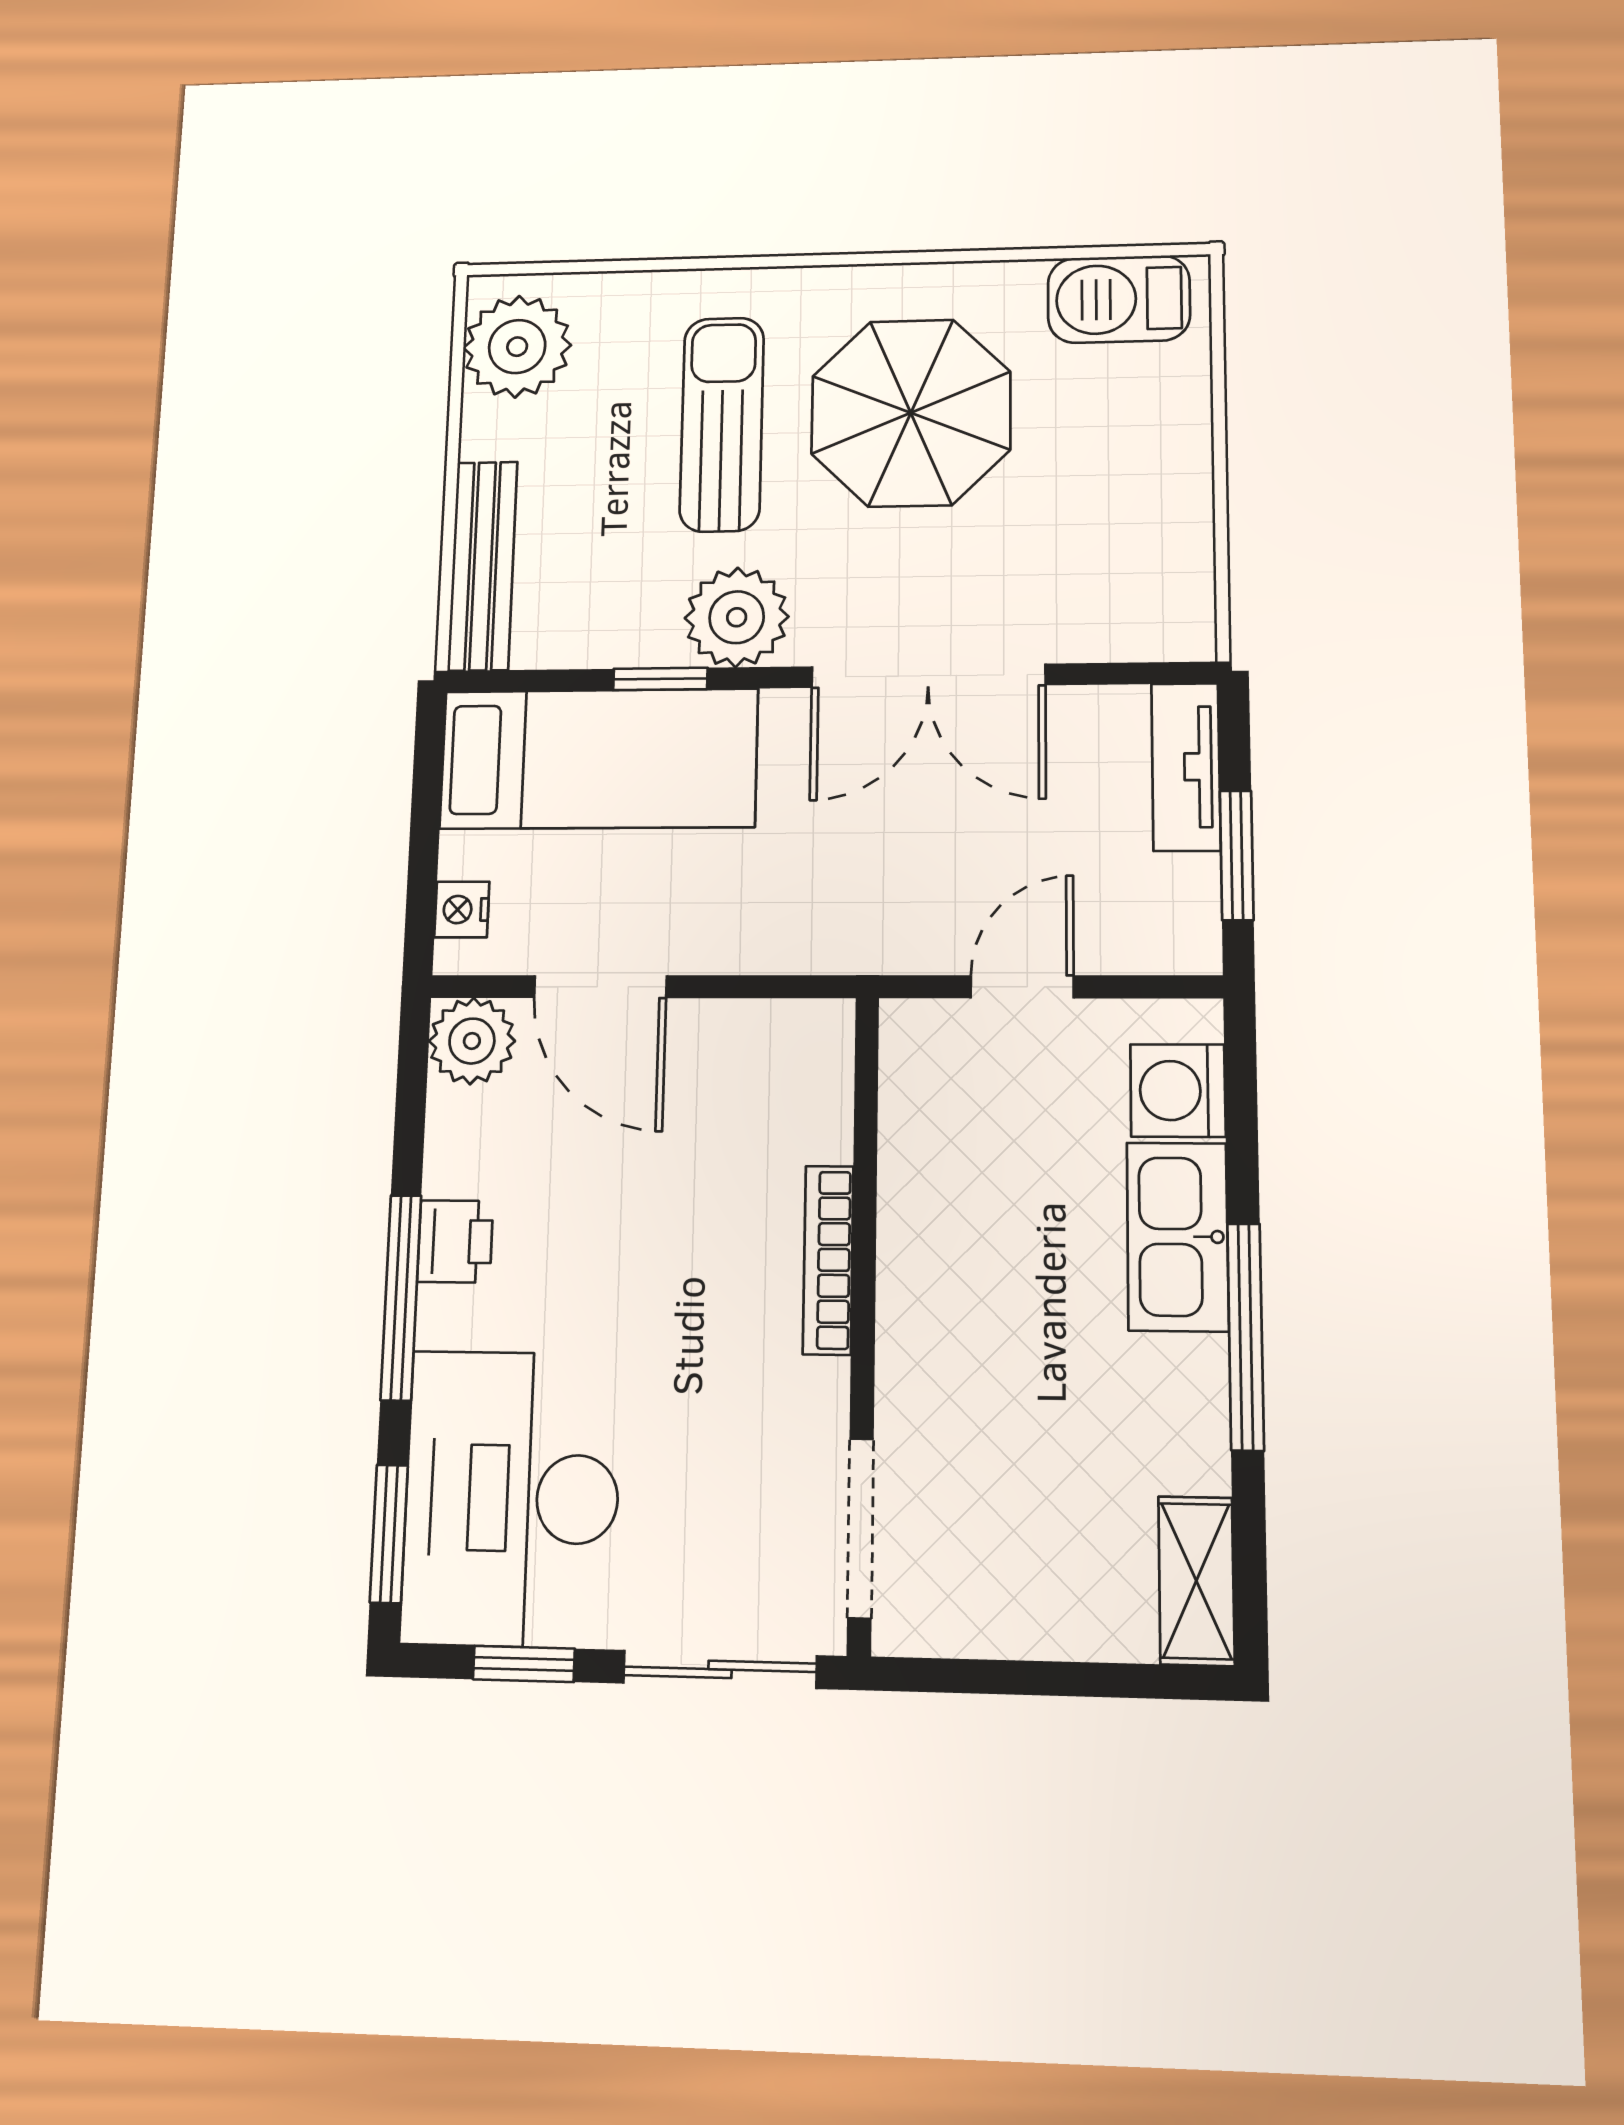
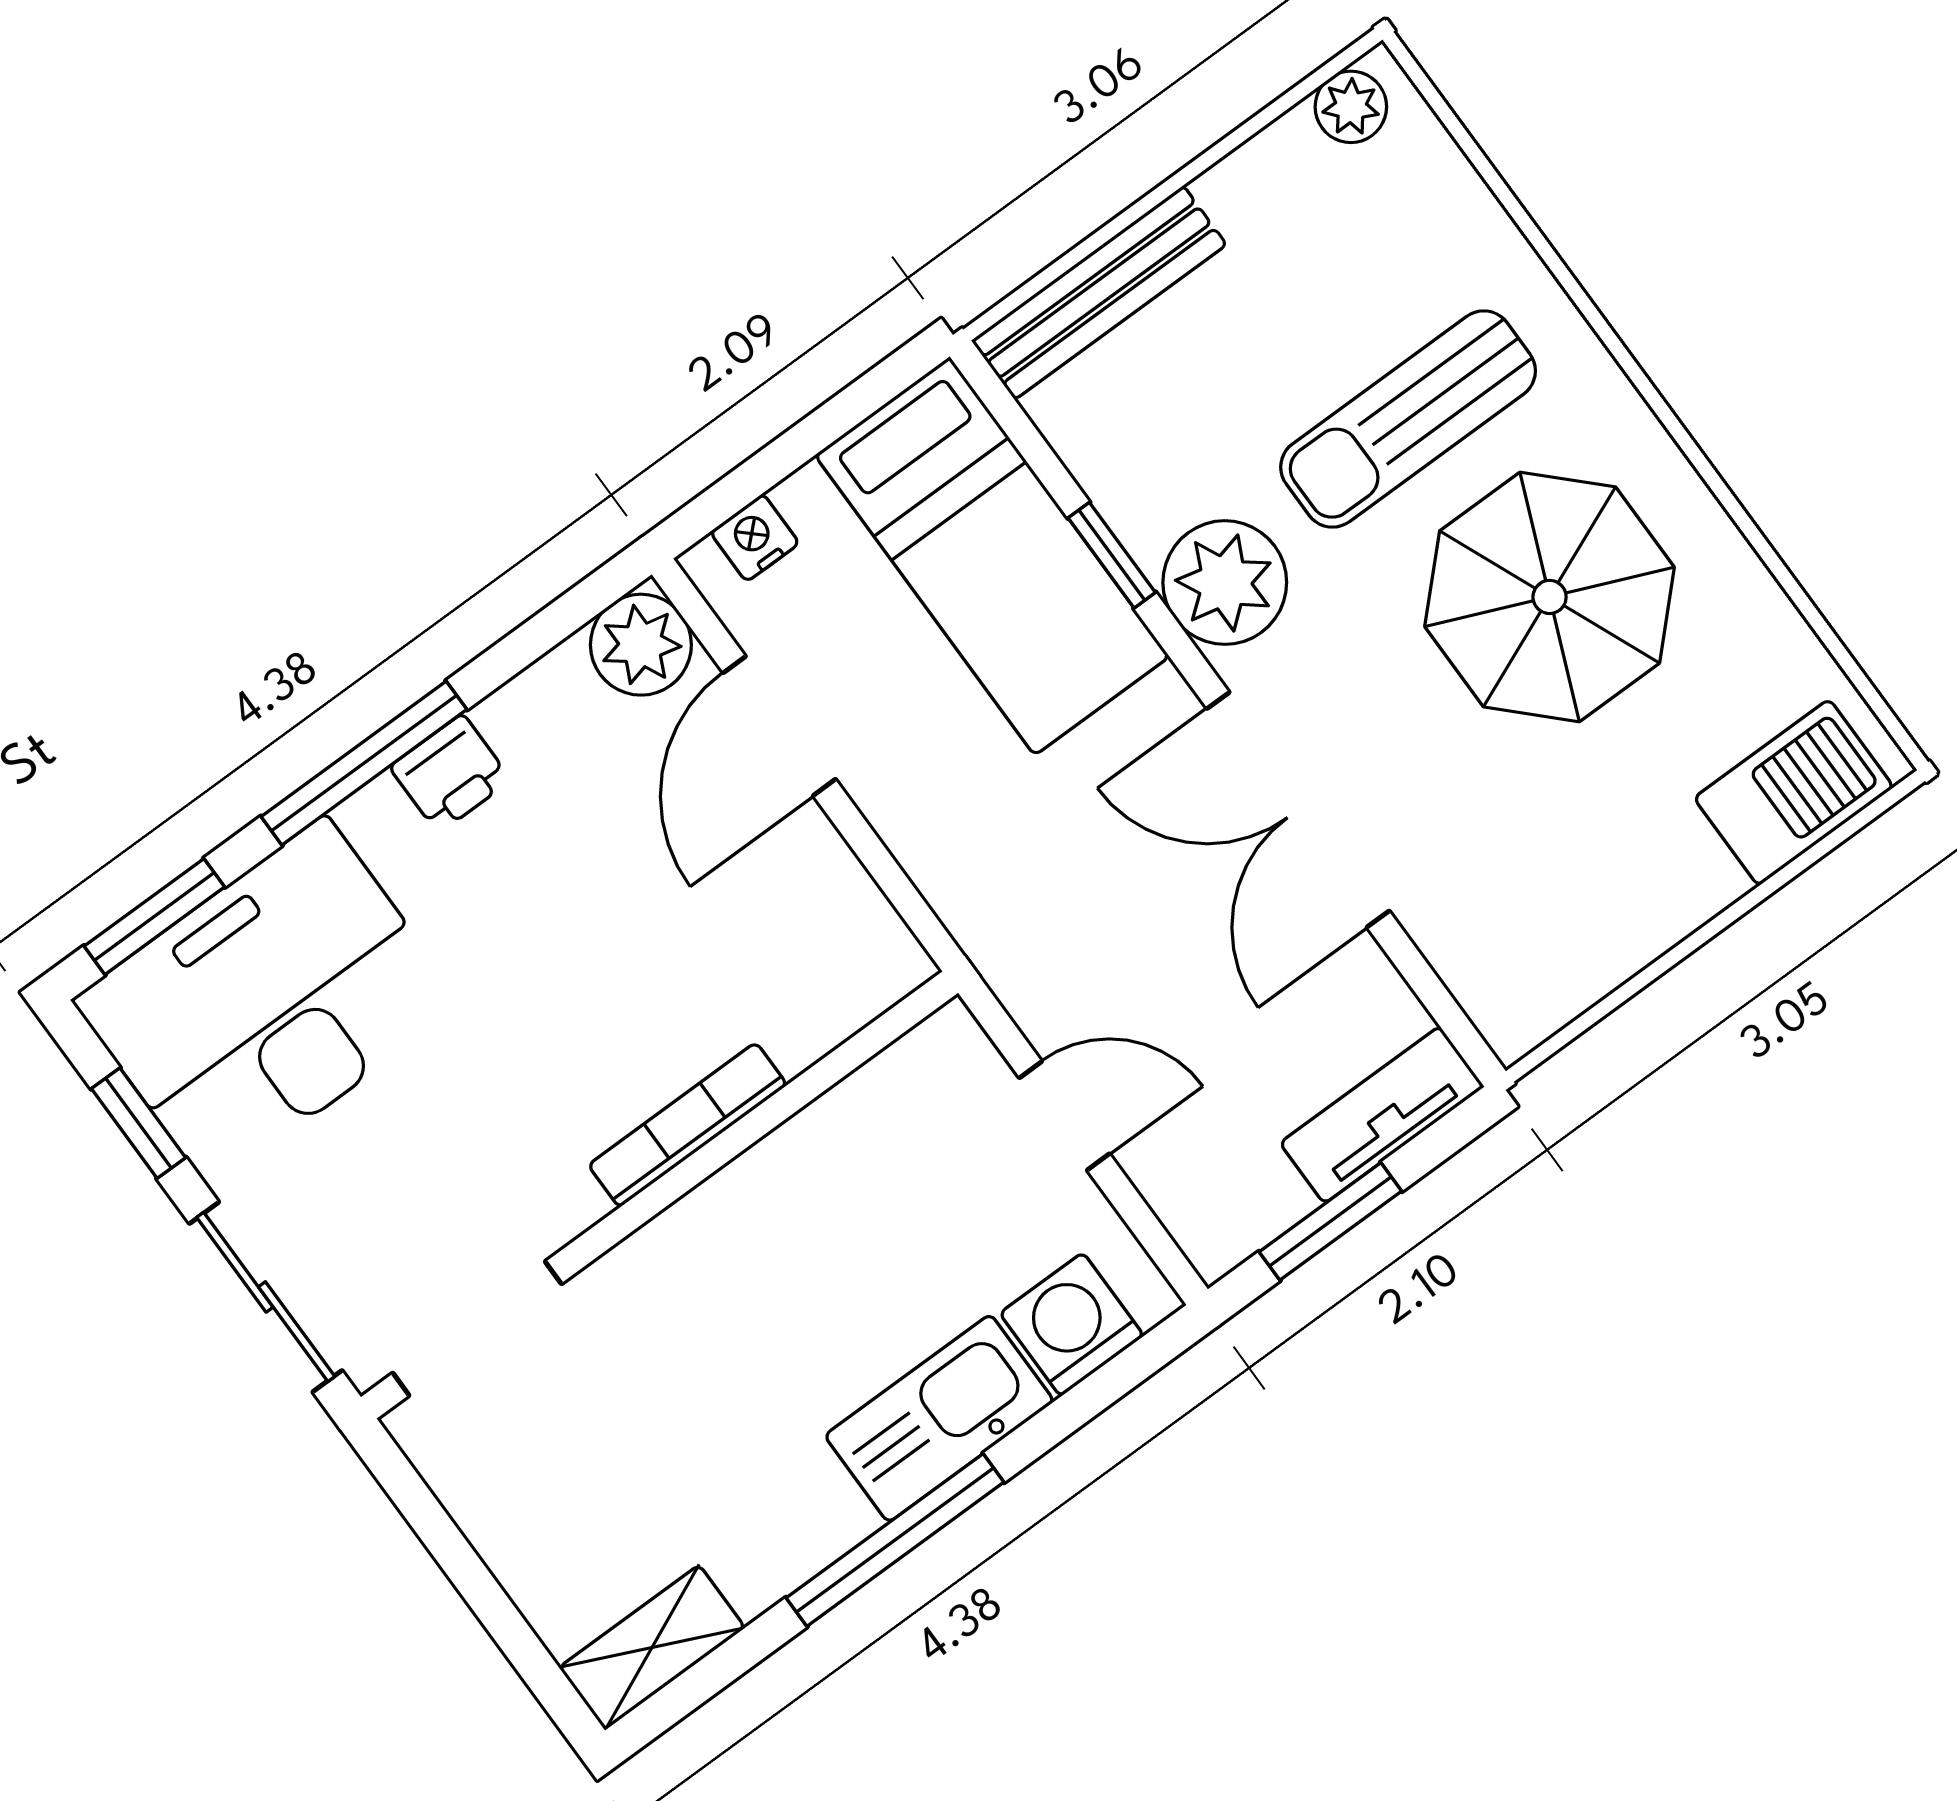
barbecue: (1119, 299) -> (1794, 792), moved, turned 90
plant: (517, 347) -> (1351, 107), width x0.53, depth x0.53
sun lounger: (722, 424) -> (1408, 419), turned 180

